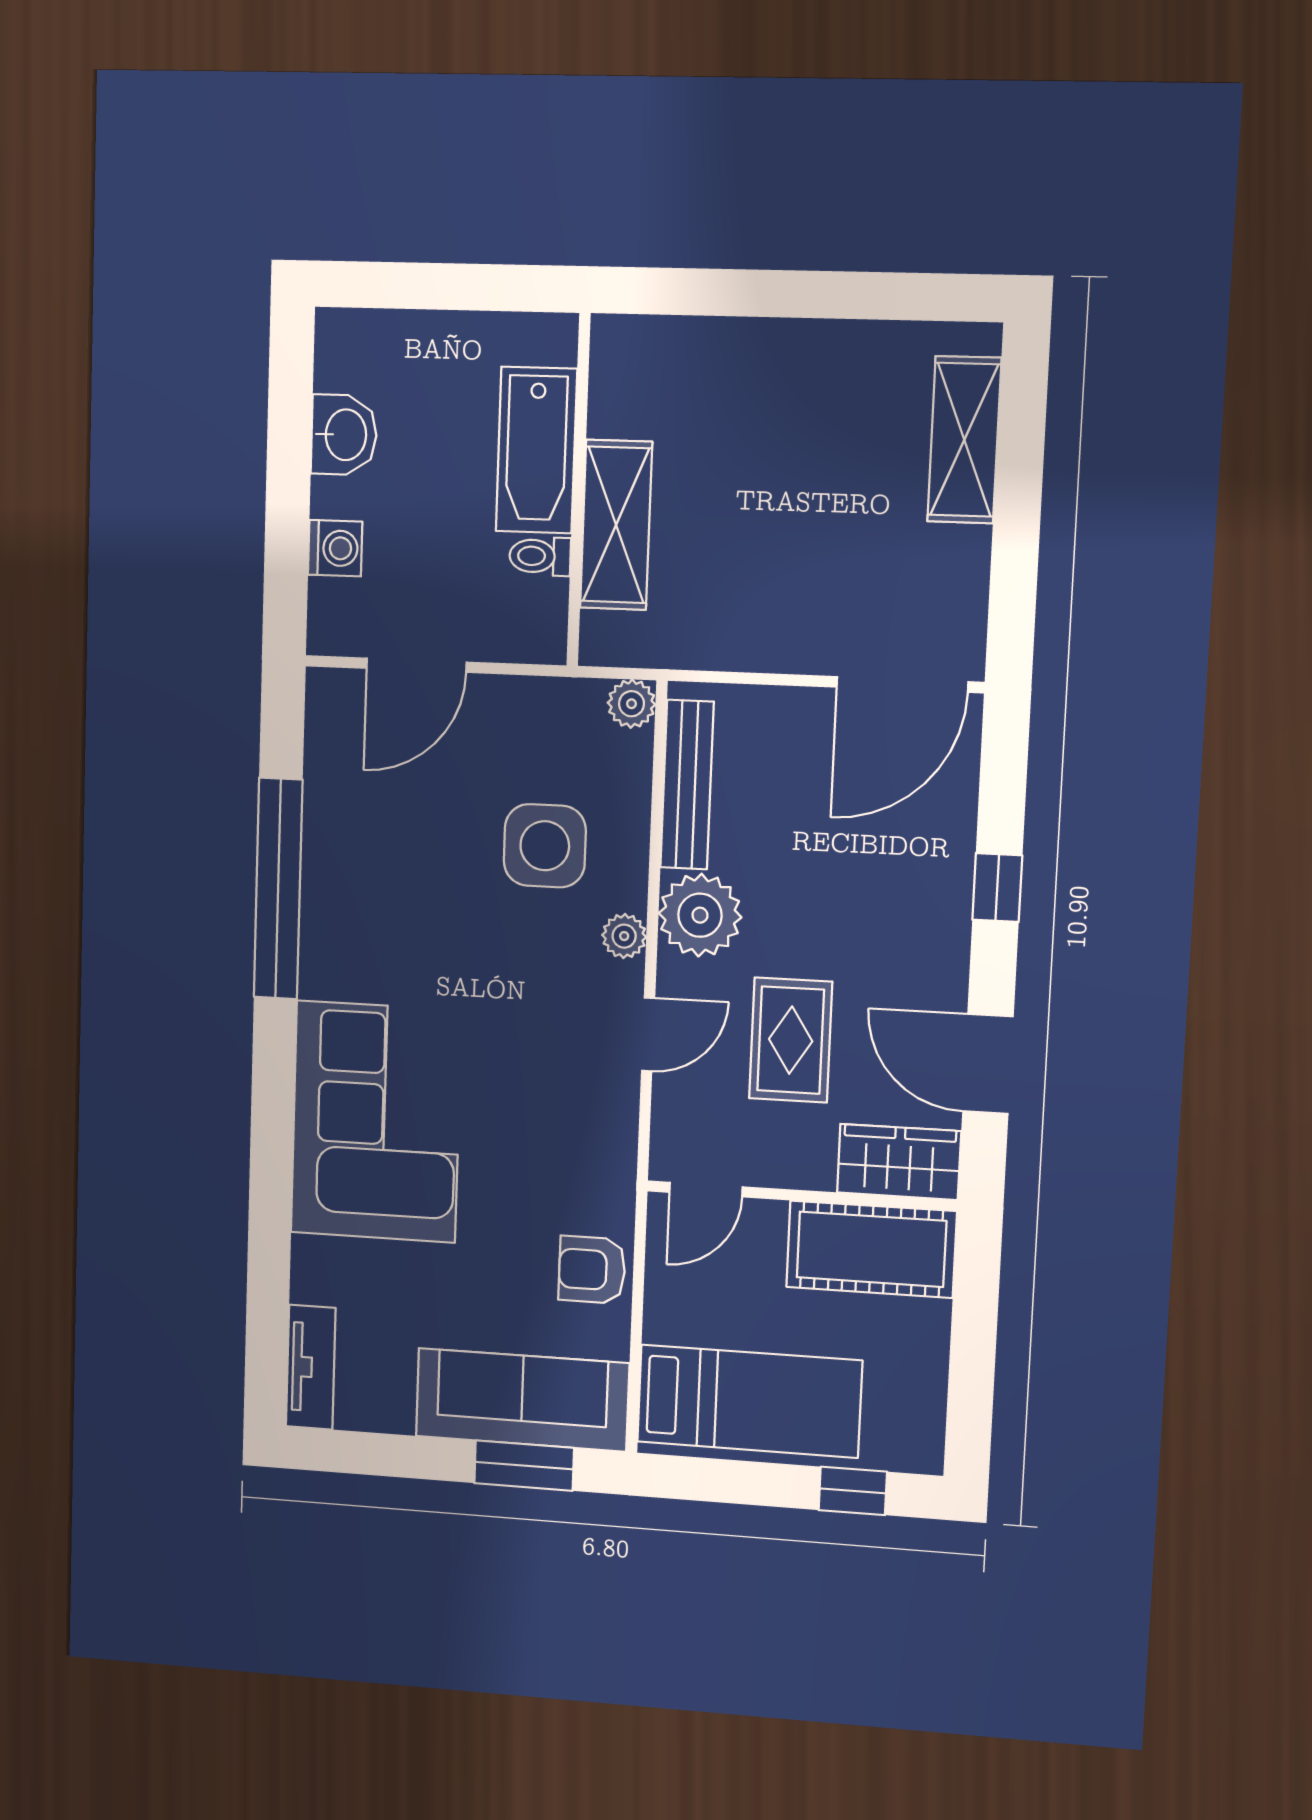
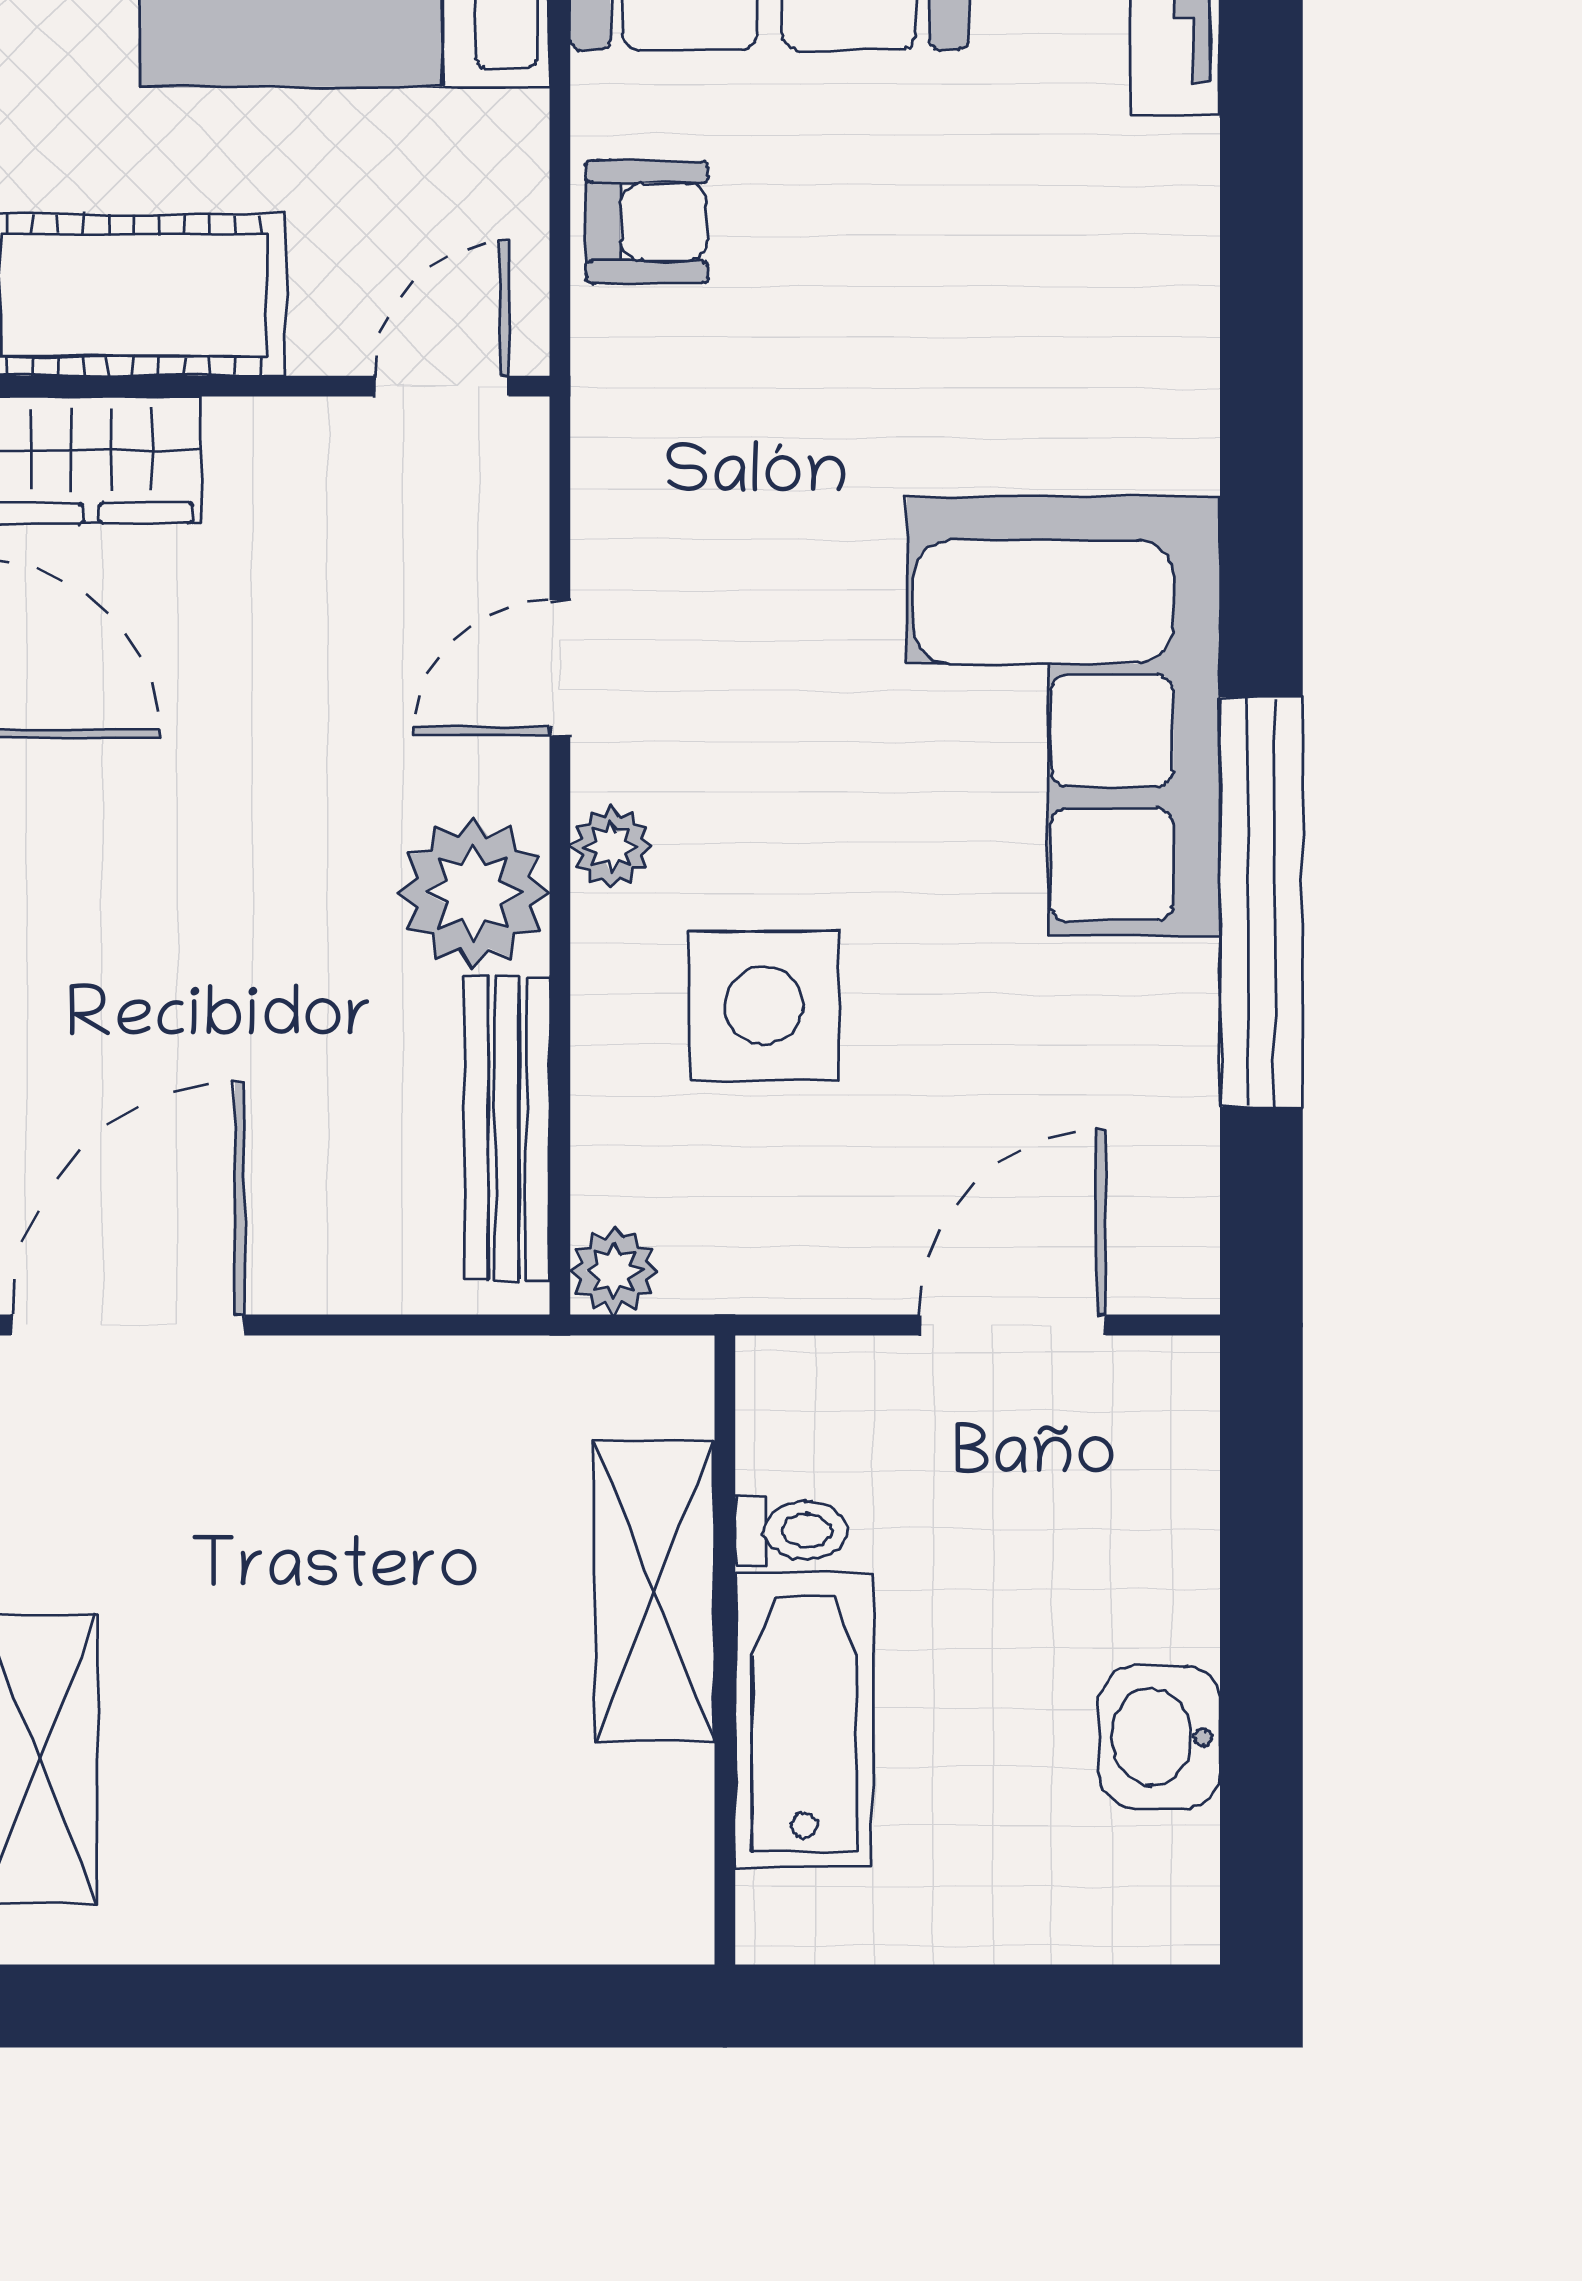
washing machine: (335, 548) -> (1171, 1532), removed
rug: (791, 1040) -> (298, 672), removed
corner sofa: (376, 1122) -> (1063, 716), moved

